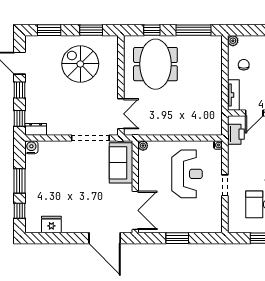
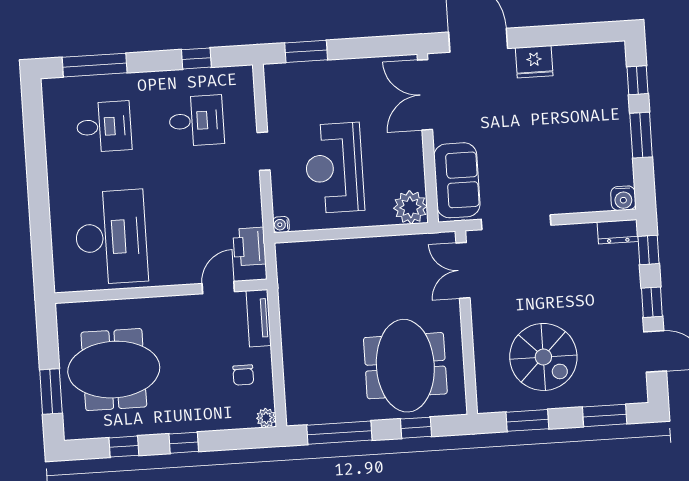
plant: (143, 146) -> (410, 207), width x1.87, depth x1.87
fridge: (51, 224) -> (534, 62), moved
window: (177, 238) -> (306, 51), moved

